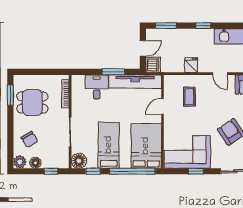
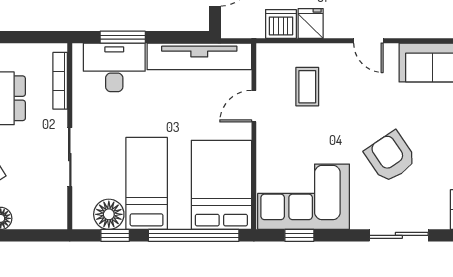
dishwasher: (153, 65) -> (281, 24), moved, turned -90
window: (114, 72) -> (123, 37), moved
desk: (97, 87) -> (114, 67), width x1.37
floor lamp: (79, 161) -> (109, 214), moved
window: (51, 171) -> (32, 235), removed
window: (196, 171) -> (299, 235), moved

